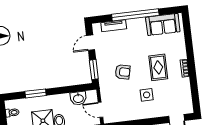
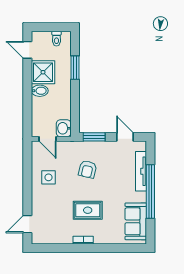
tv unit: (114, 26) -> (141, 171), width x1.41
side table: (147, 95) -> (49, 177), moved
washbasin: (78, 98) -> (64, 128), moved
door: (100, 110) -> (48, 139), swing flipped

